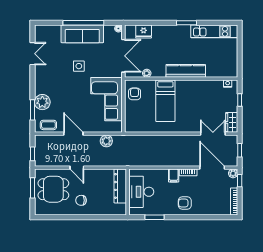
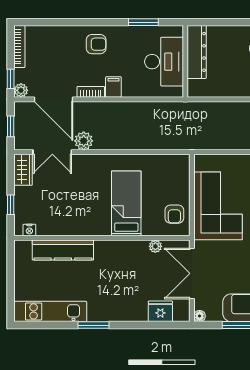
kitchen counter: (186, 71) -> (63, 250), moved
plant: (106, 141) -> (84, 141), moved
dresser: (120, 186) -> (197, 52), moved

